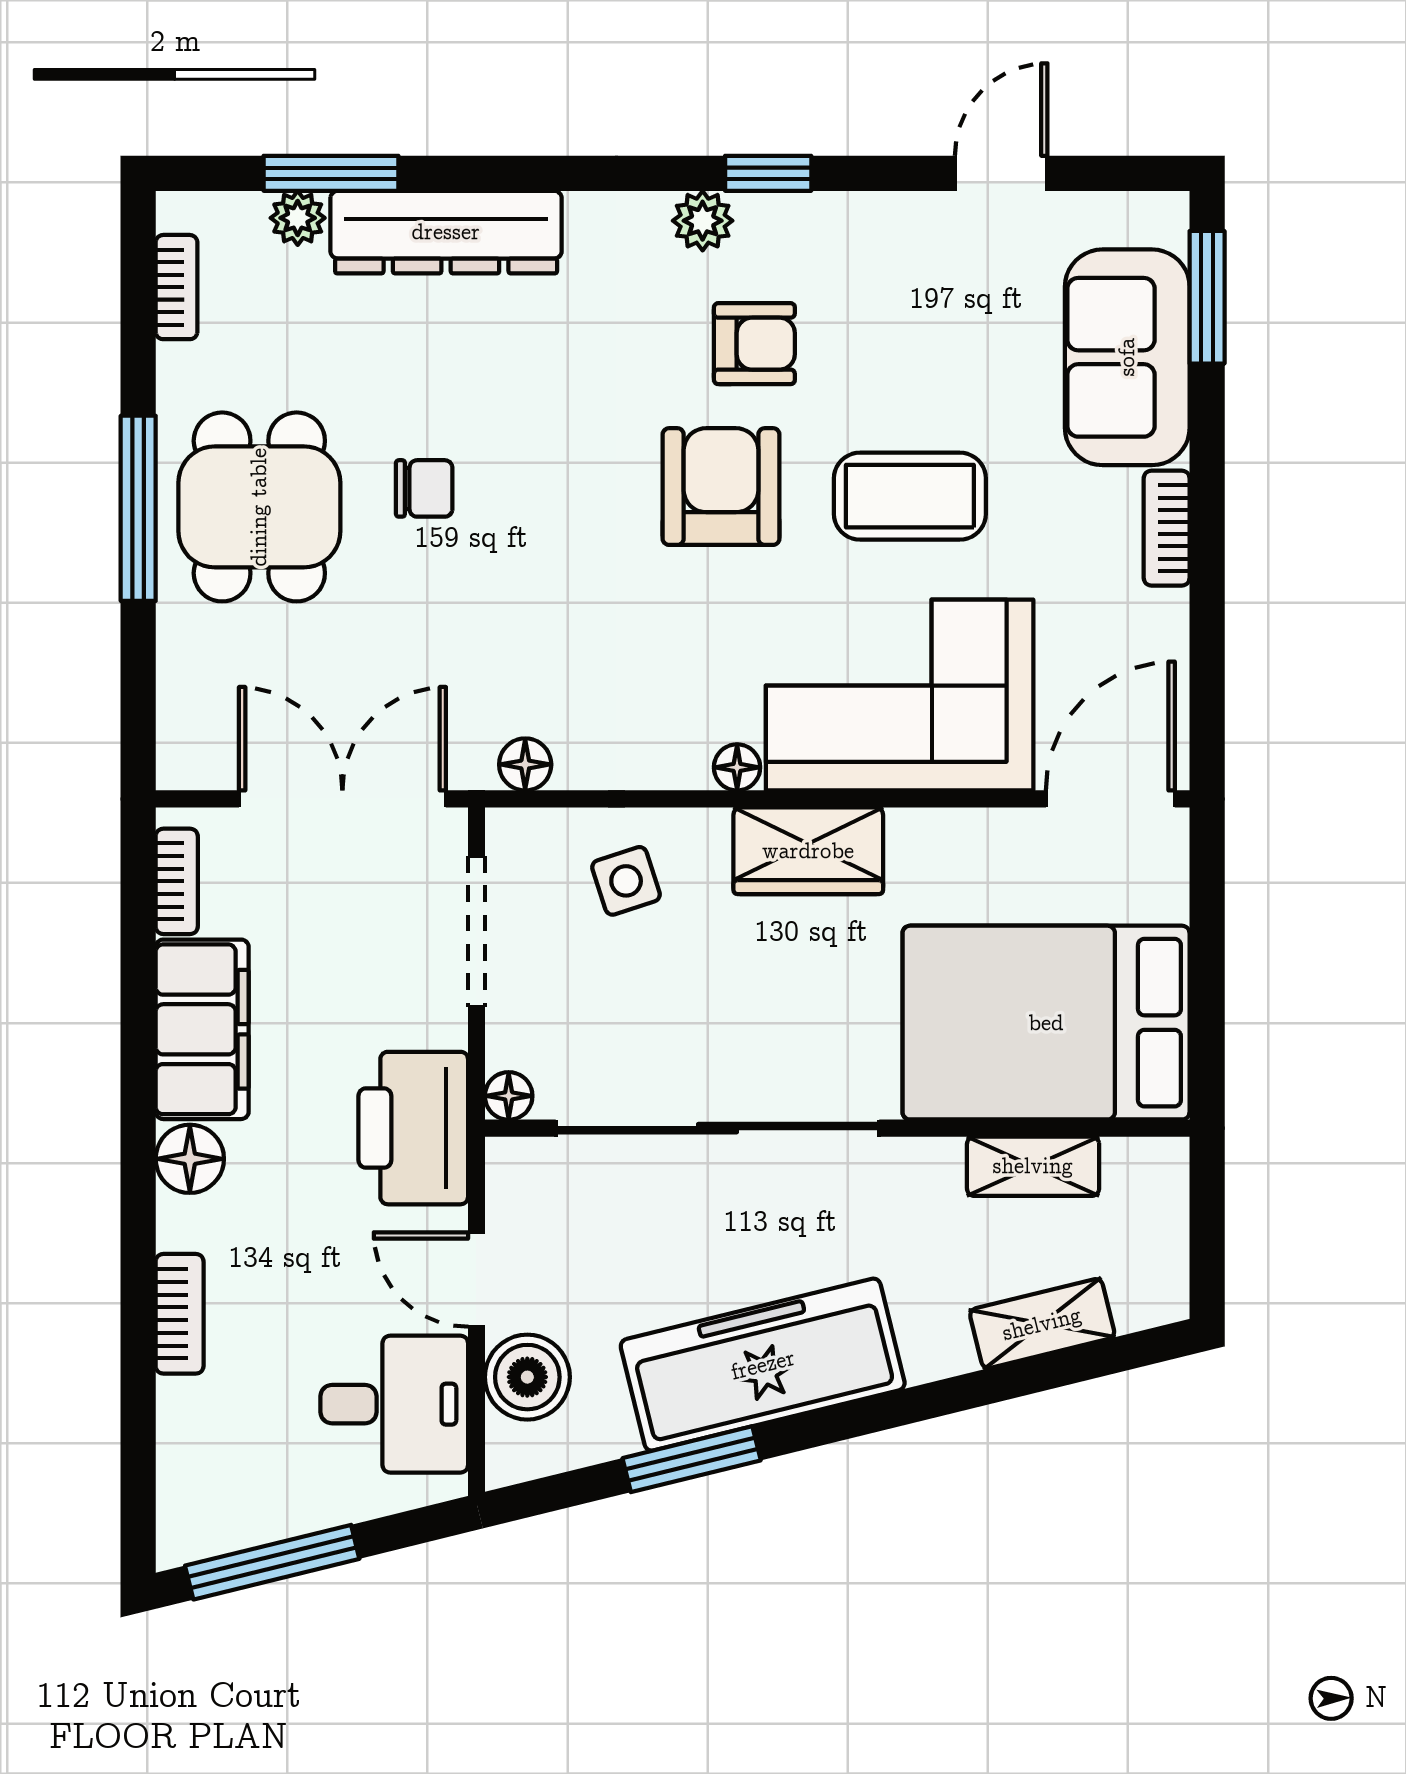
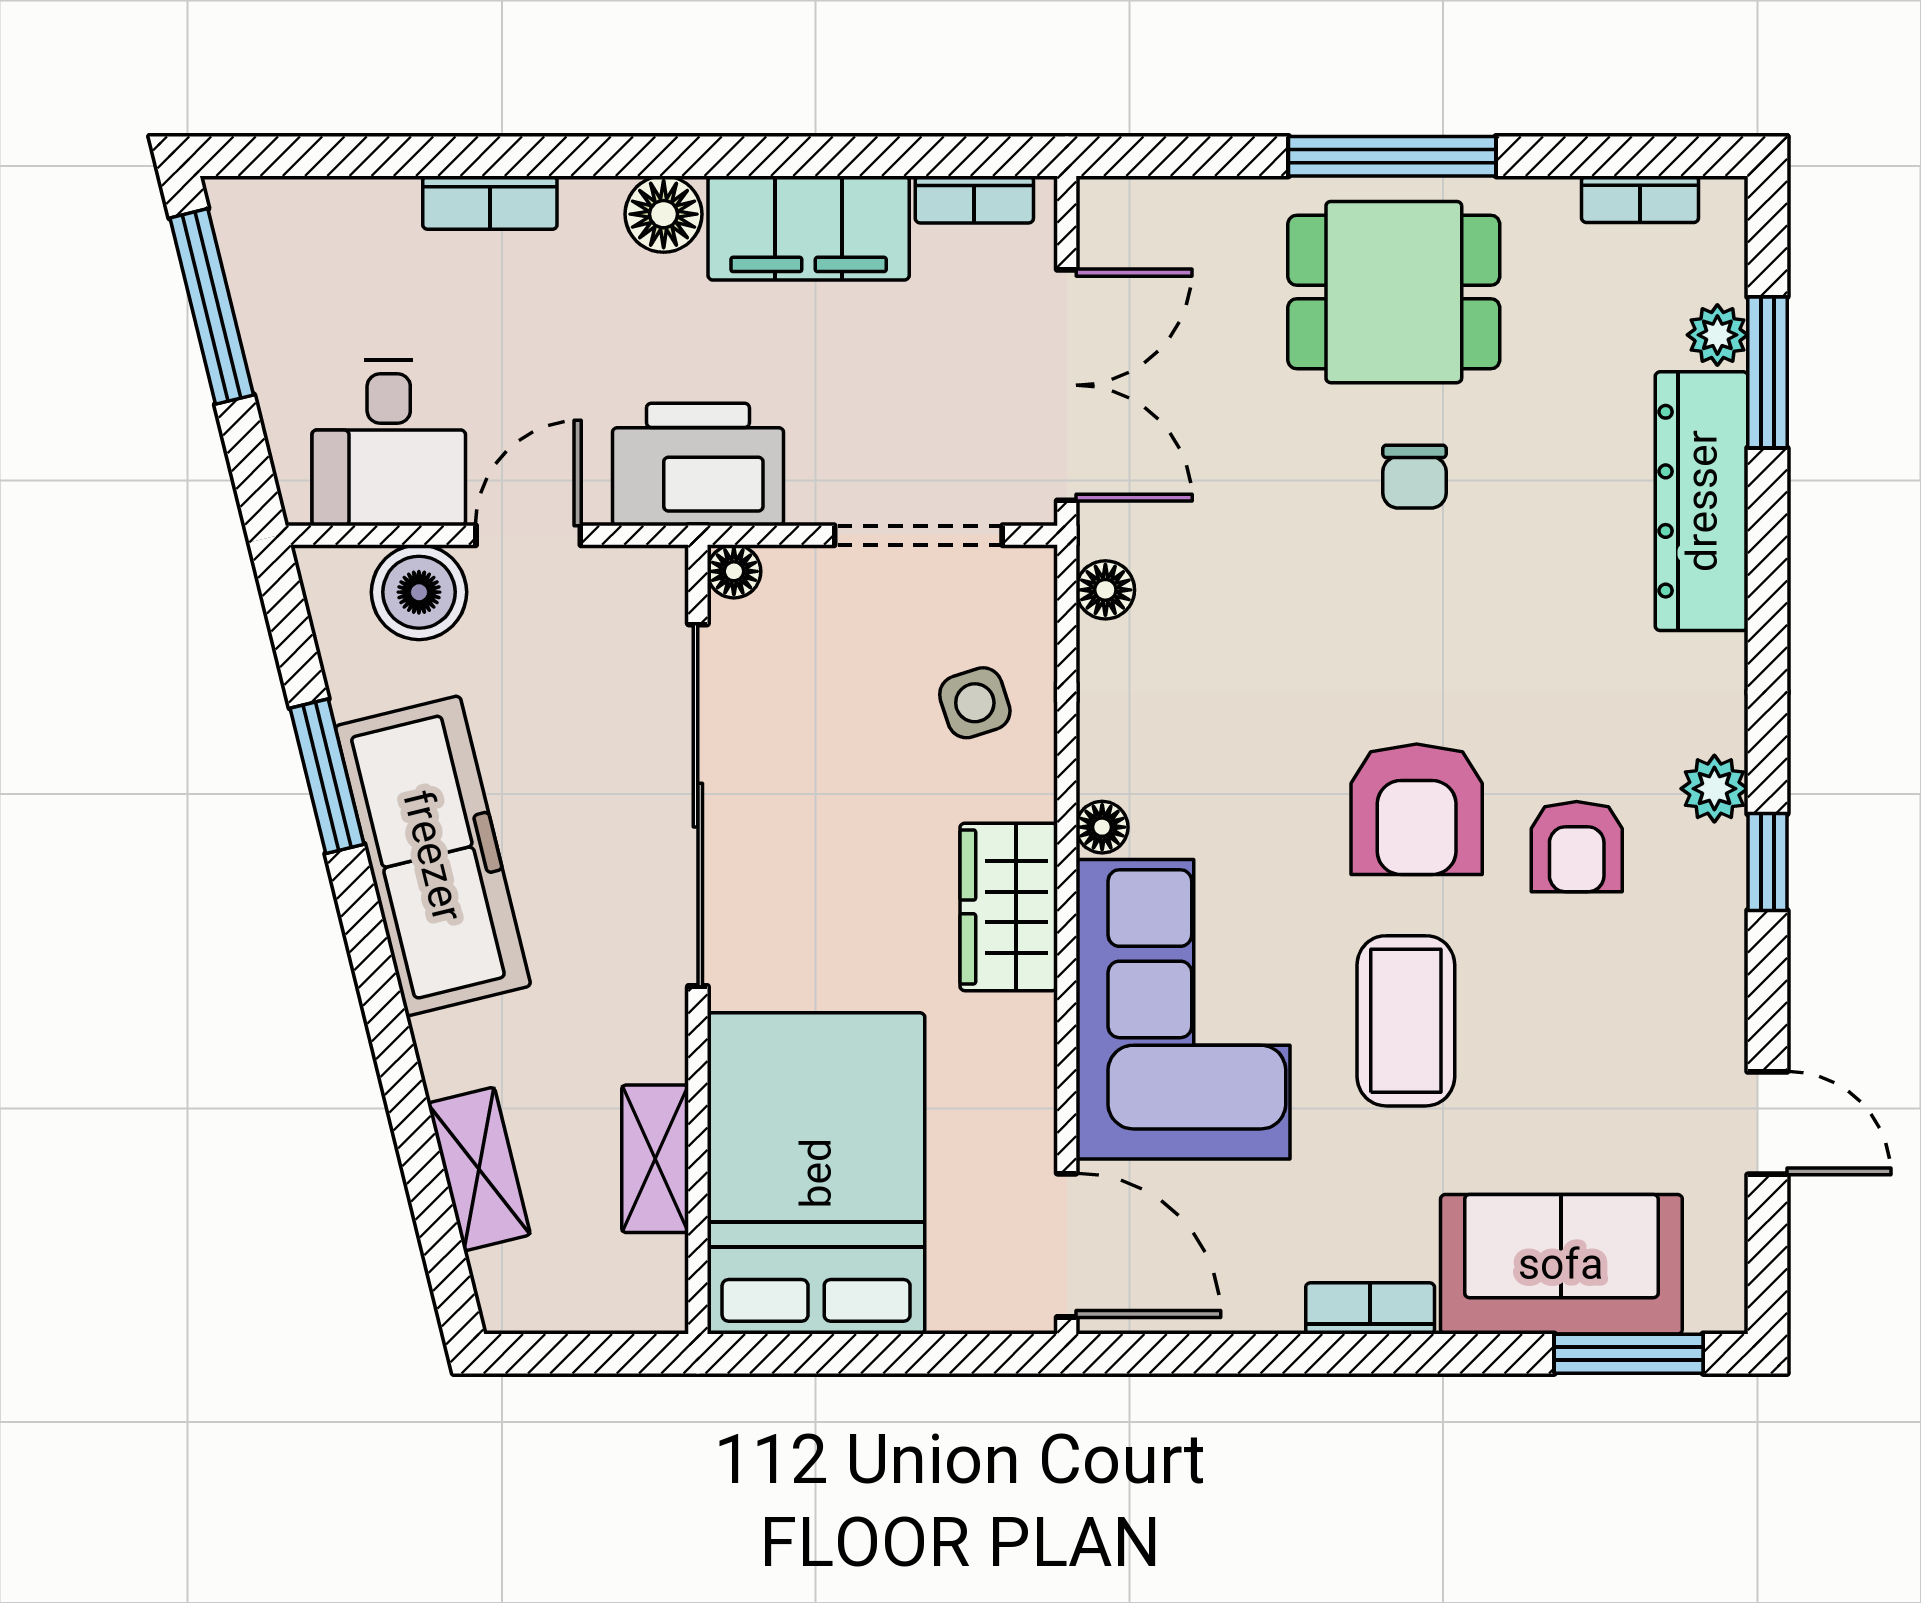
armchair: (721, 487) -> (1417, 809), turned 90

